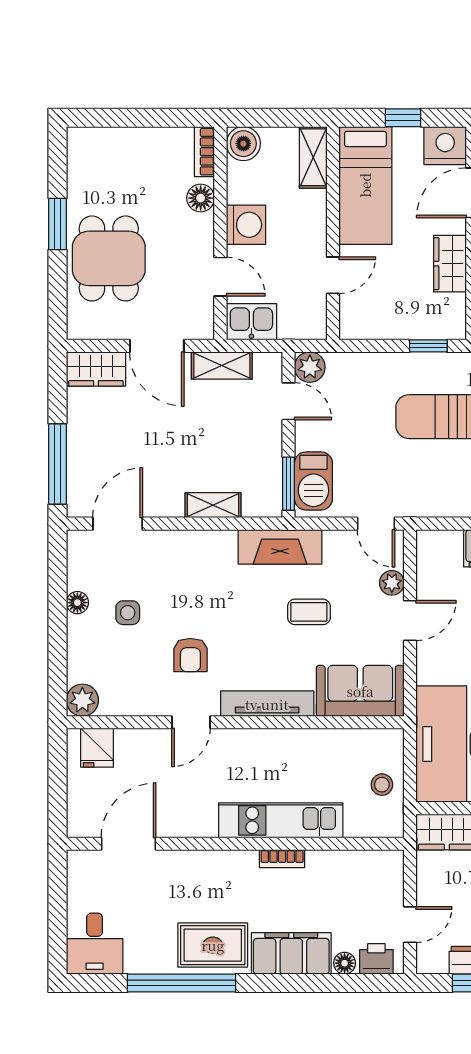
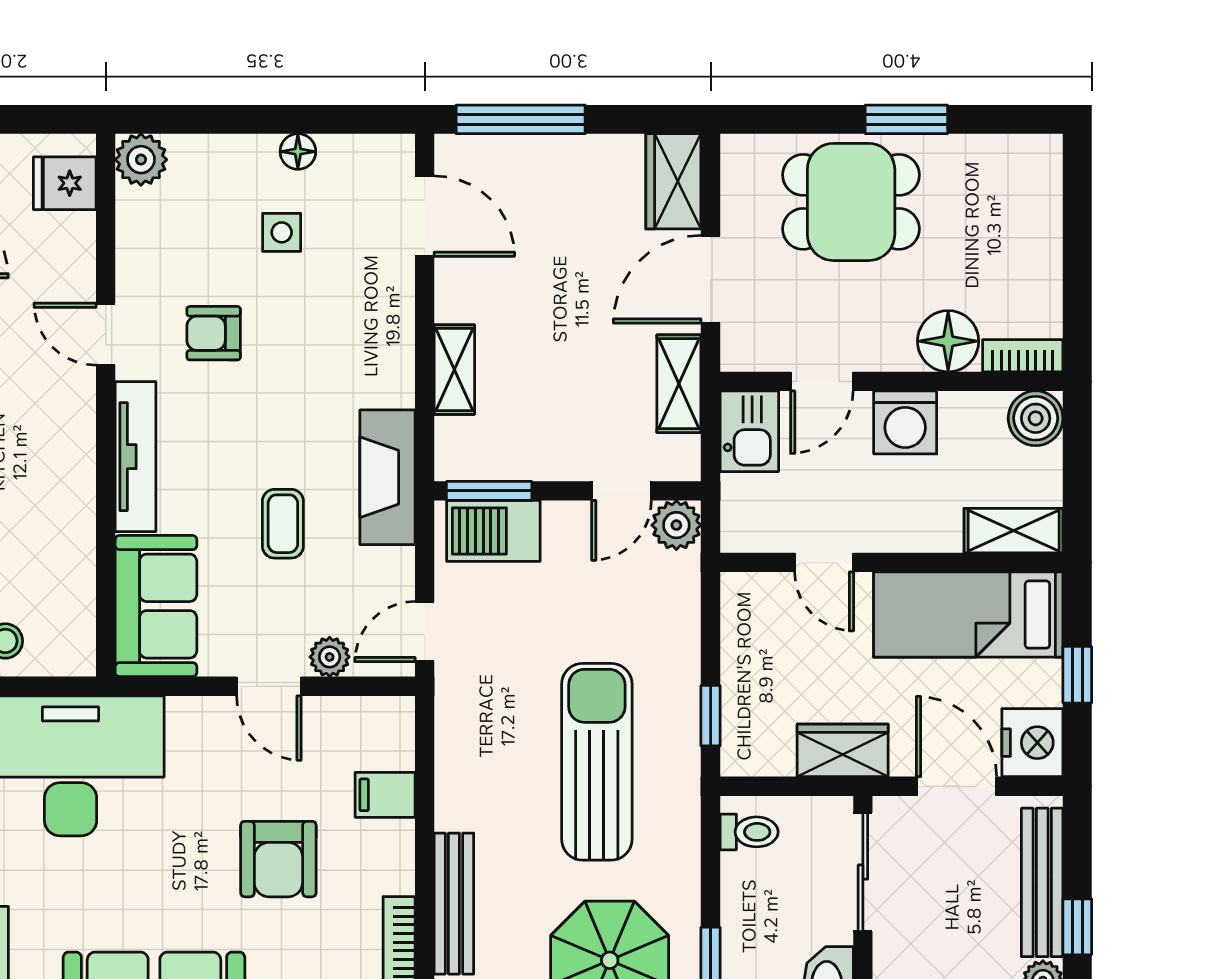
floor lamp: (201, 198) -> (948, 341), width x1.38, depth x1.38

